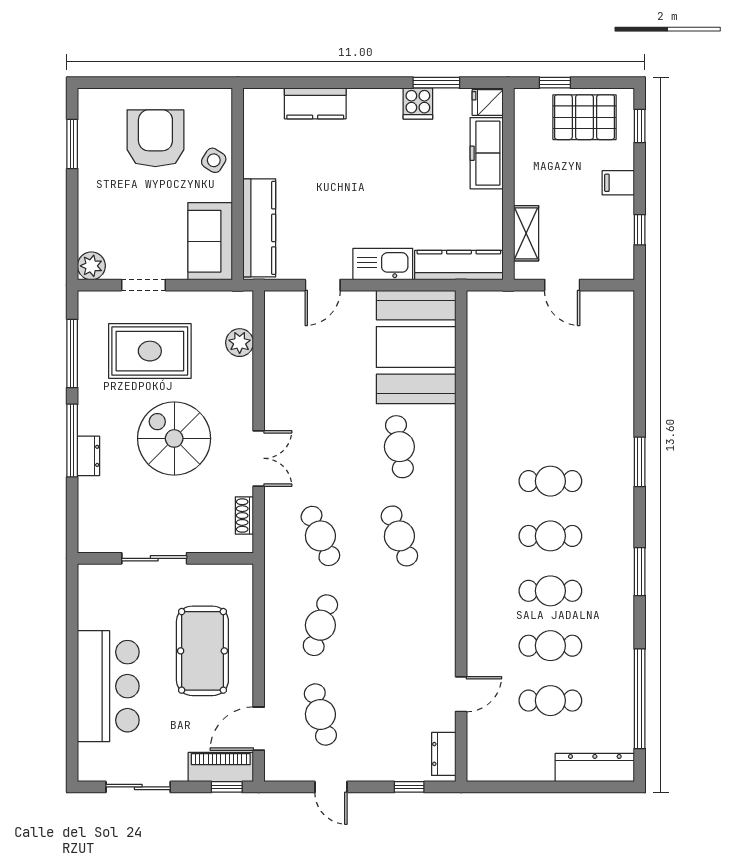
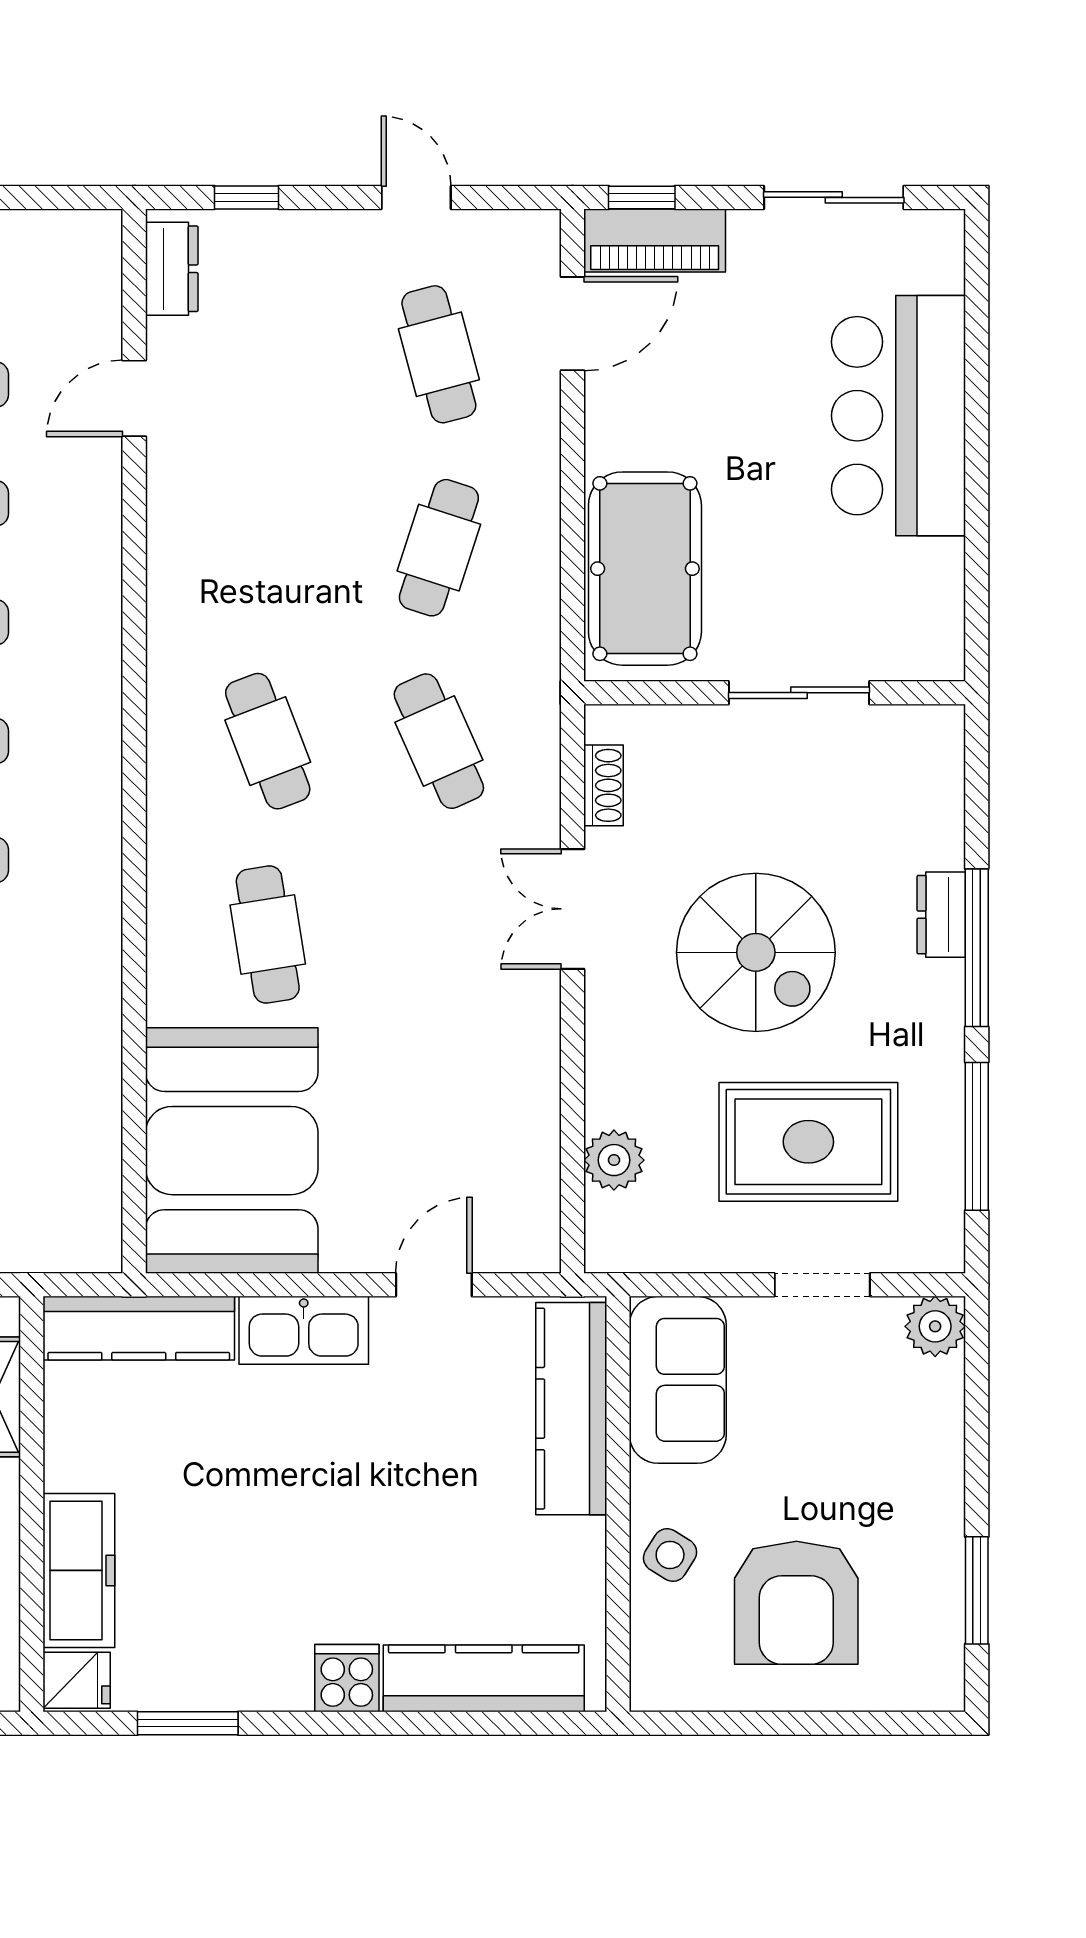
kitchen counter: (315, 103) -> (484, 1678), width x1.50
cooker: (418, 103) -> (347, 1678), moved
pool table: (202, 651) -> (645, 569), moved

